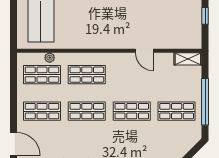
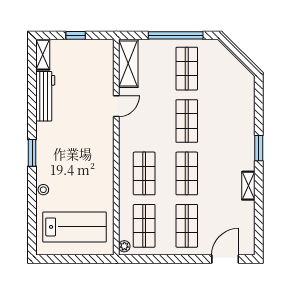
plant: (50, 58) -> (124, 246), moved
shelving: (188, 59) -> (128, 63), width x1.50, depth x1.33

